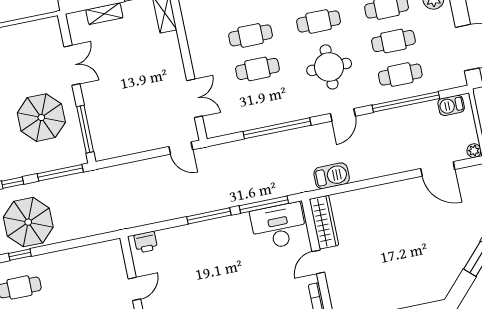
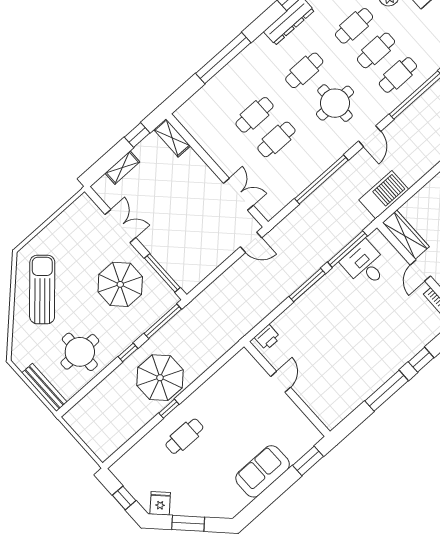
barbecue: (332, 176) -> (384, 195), width x1.37, depth x1.21
desk: (279, 226) -> (365, 264), width x0.73

